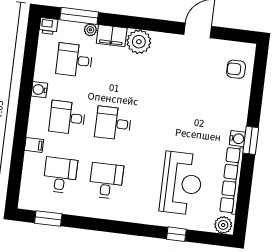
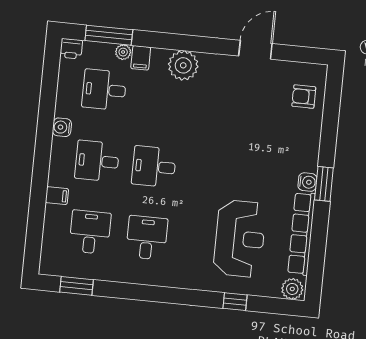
filing cabinet: (112, 36) -> (141, 58), width x0.50

